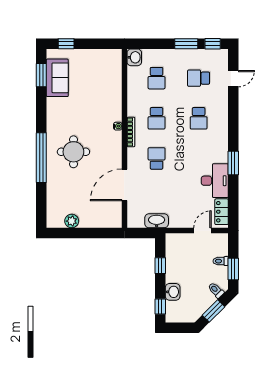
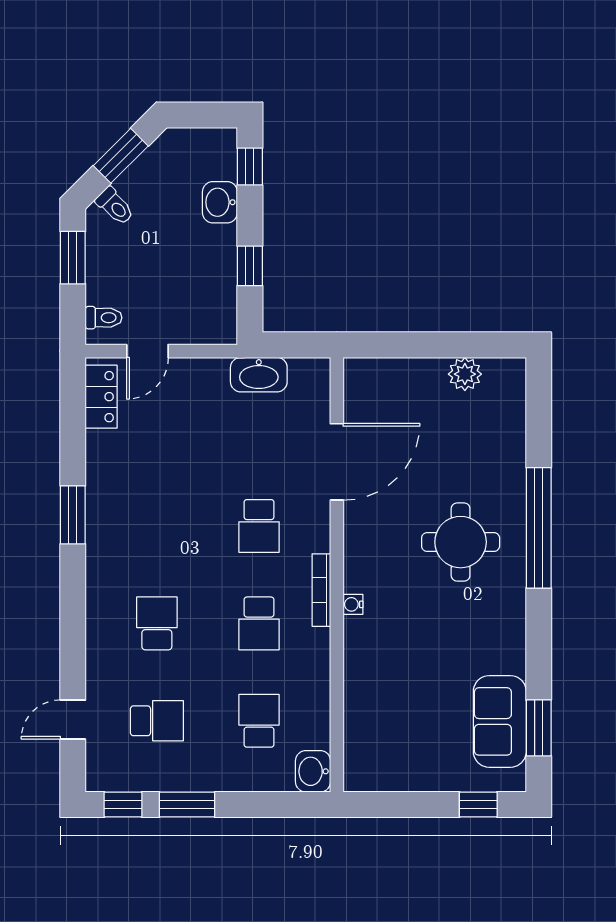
school desk: (157, 118) -> (259, 623), turned 180
desk: (215, 181) -> (118, 472), removed
toilet: (221, 261) -> (104, 318), moved

